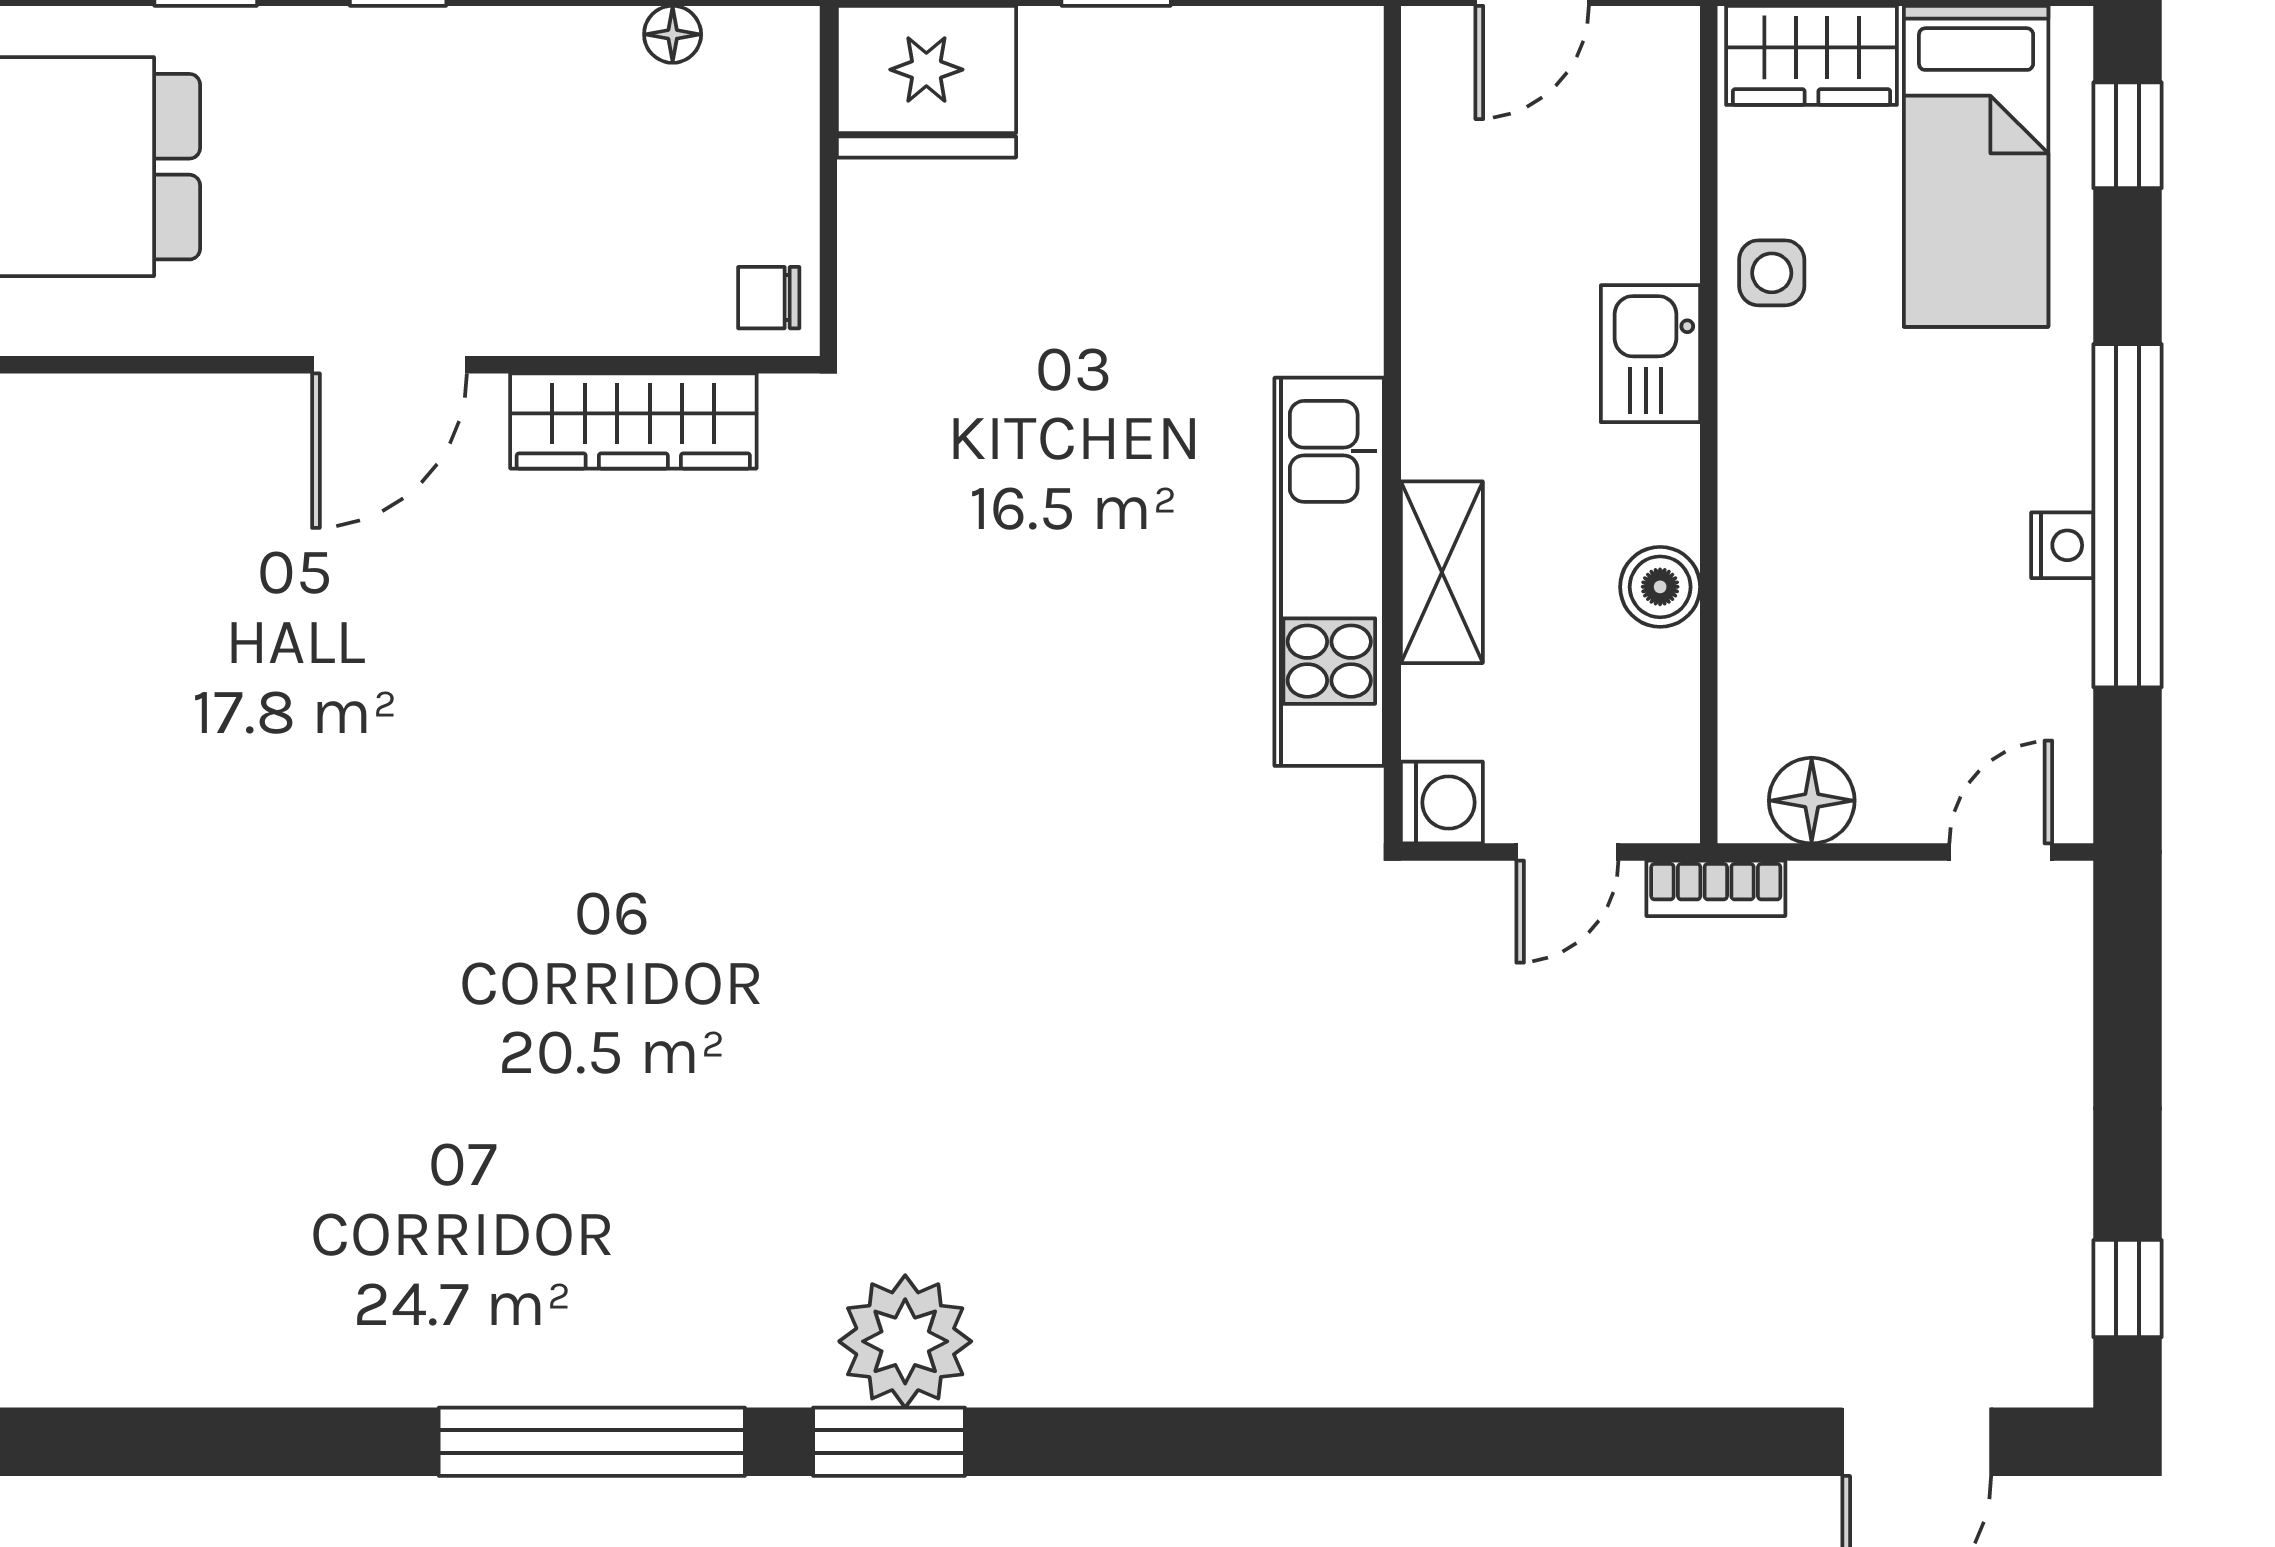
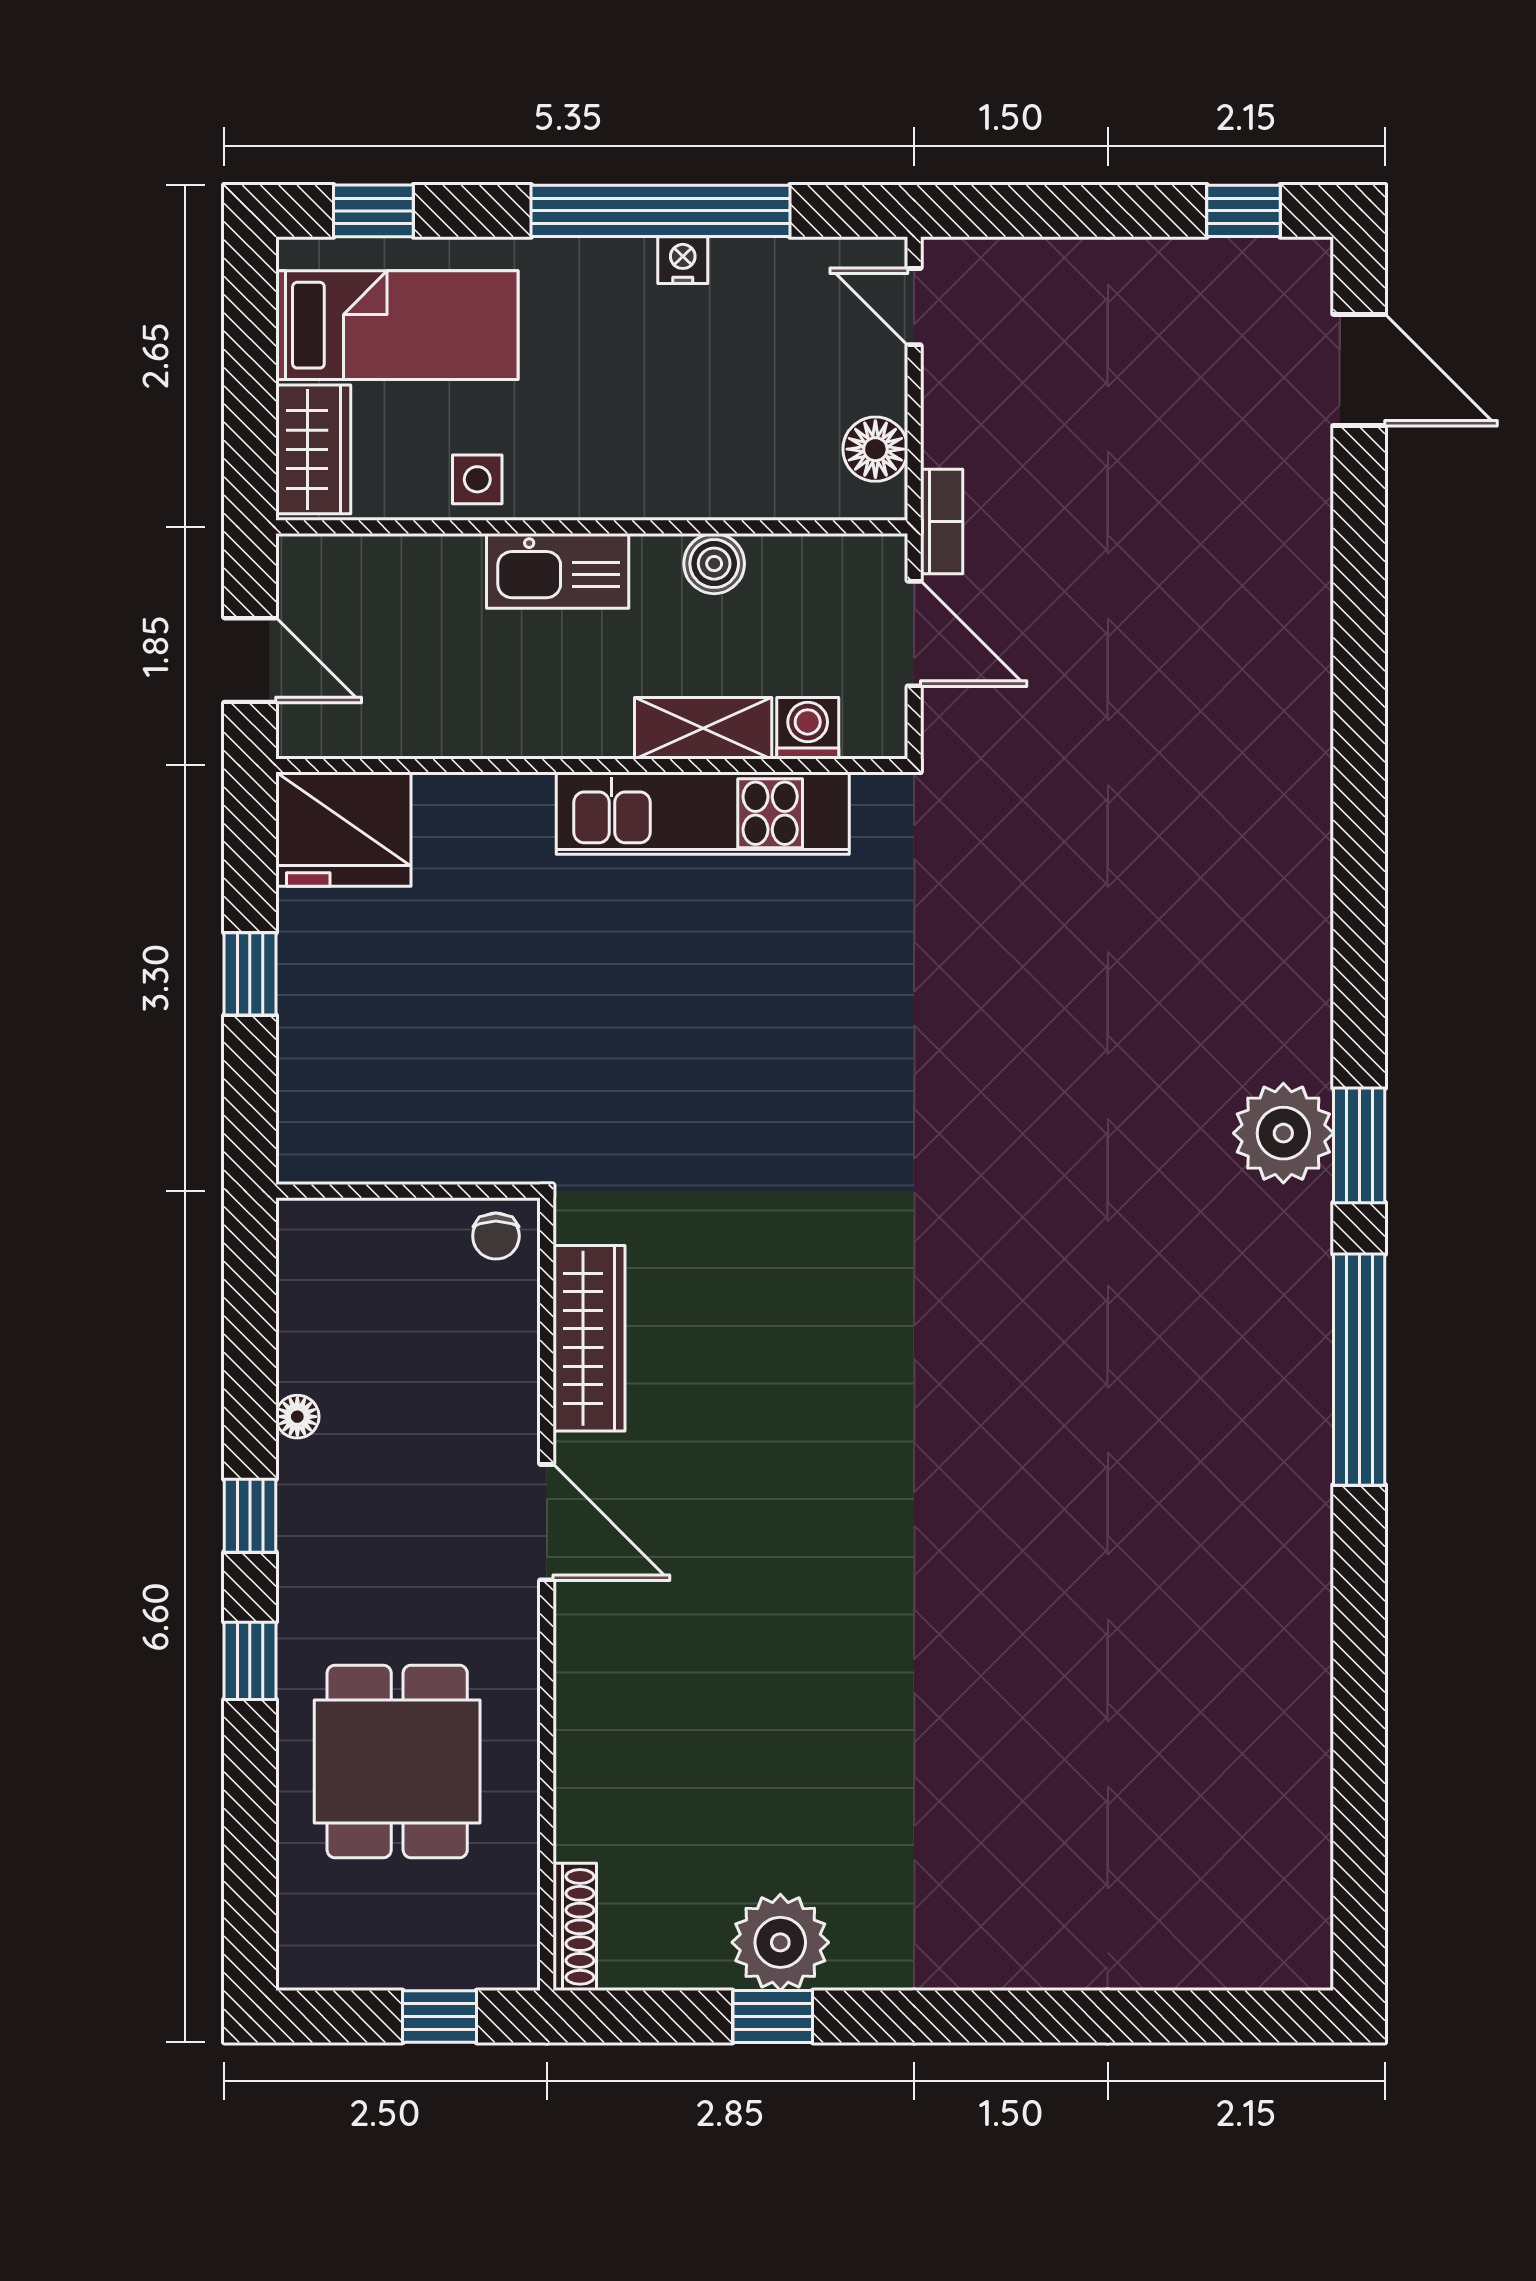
floor lamp: (673, 34) -> (297, 1417), moved
fridge: (926, 82) -> (343, 829), moved, turned 90
kitchen sink: (1650, 354) -> (558, 571), width x1.38
washing machine: (1442, 802) -> (808, 728), moved
door: (1567, 852) -> (914, 634), width x1.38

